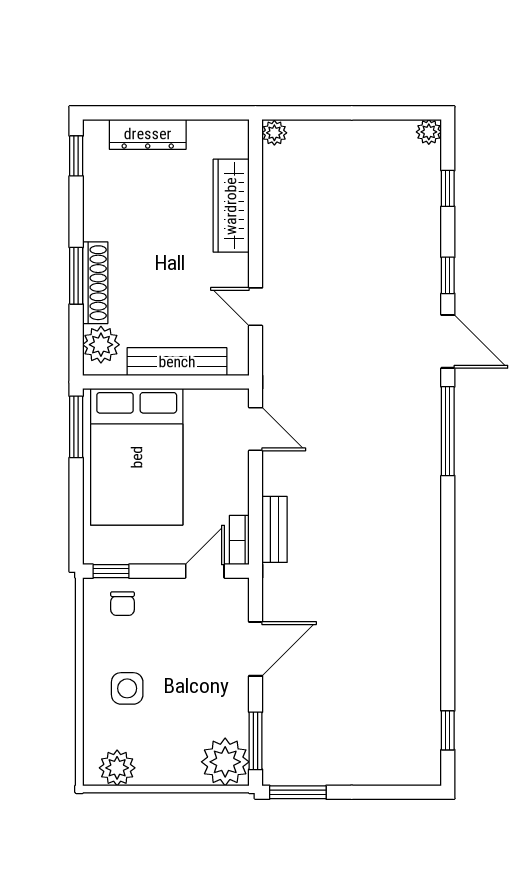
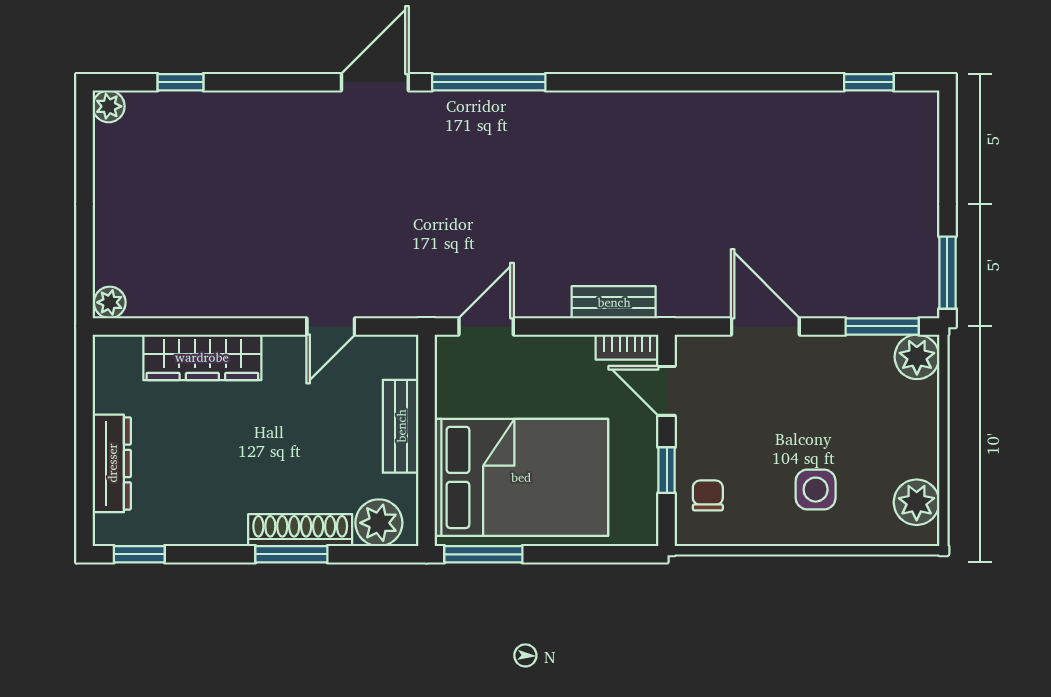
window: (448, 275) -> (291, 82), removed
bench: (177, 362) -> (401, 426), width x0.73
window: (111, 571) -> (667, 470), moved
chair: (123, 604) -> (708, 495), turned -90
plant: (225, 762) -> (917, 357), width x0.73, depth x0.73

